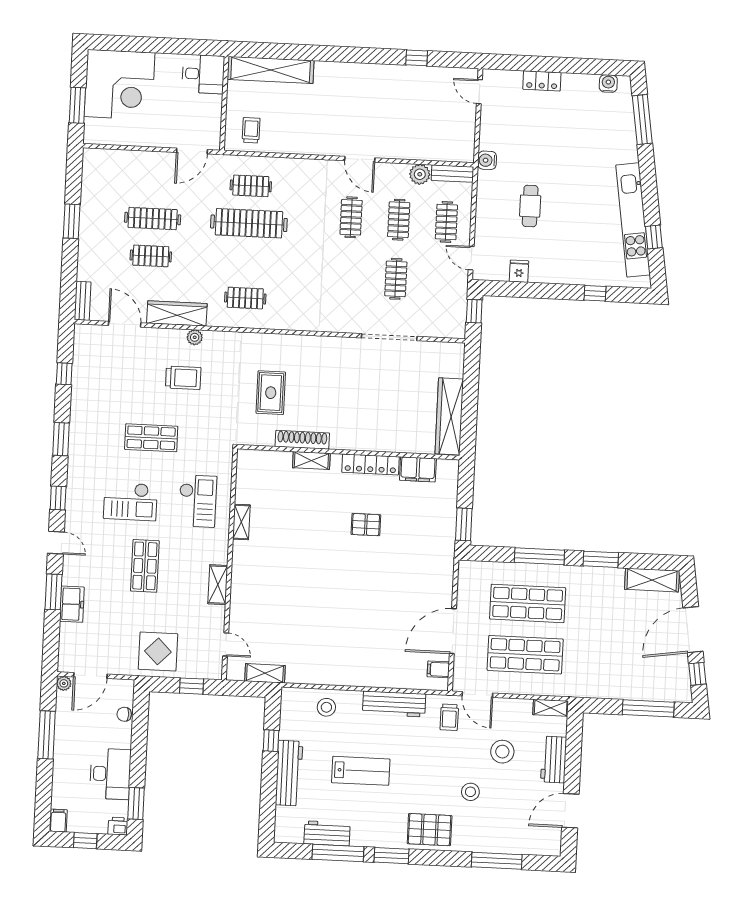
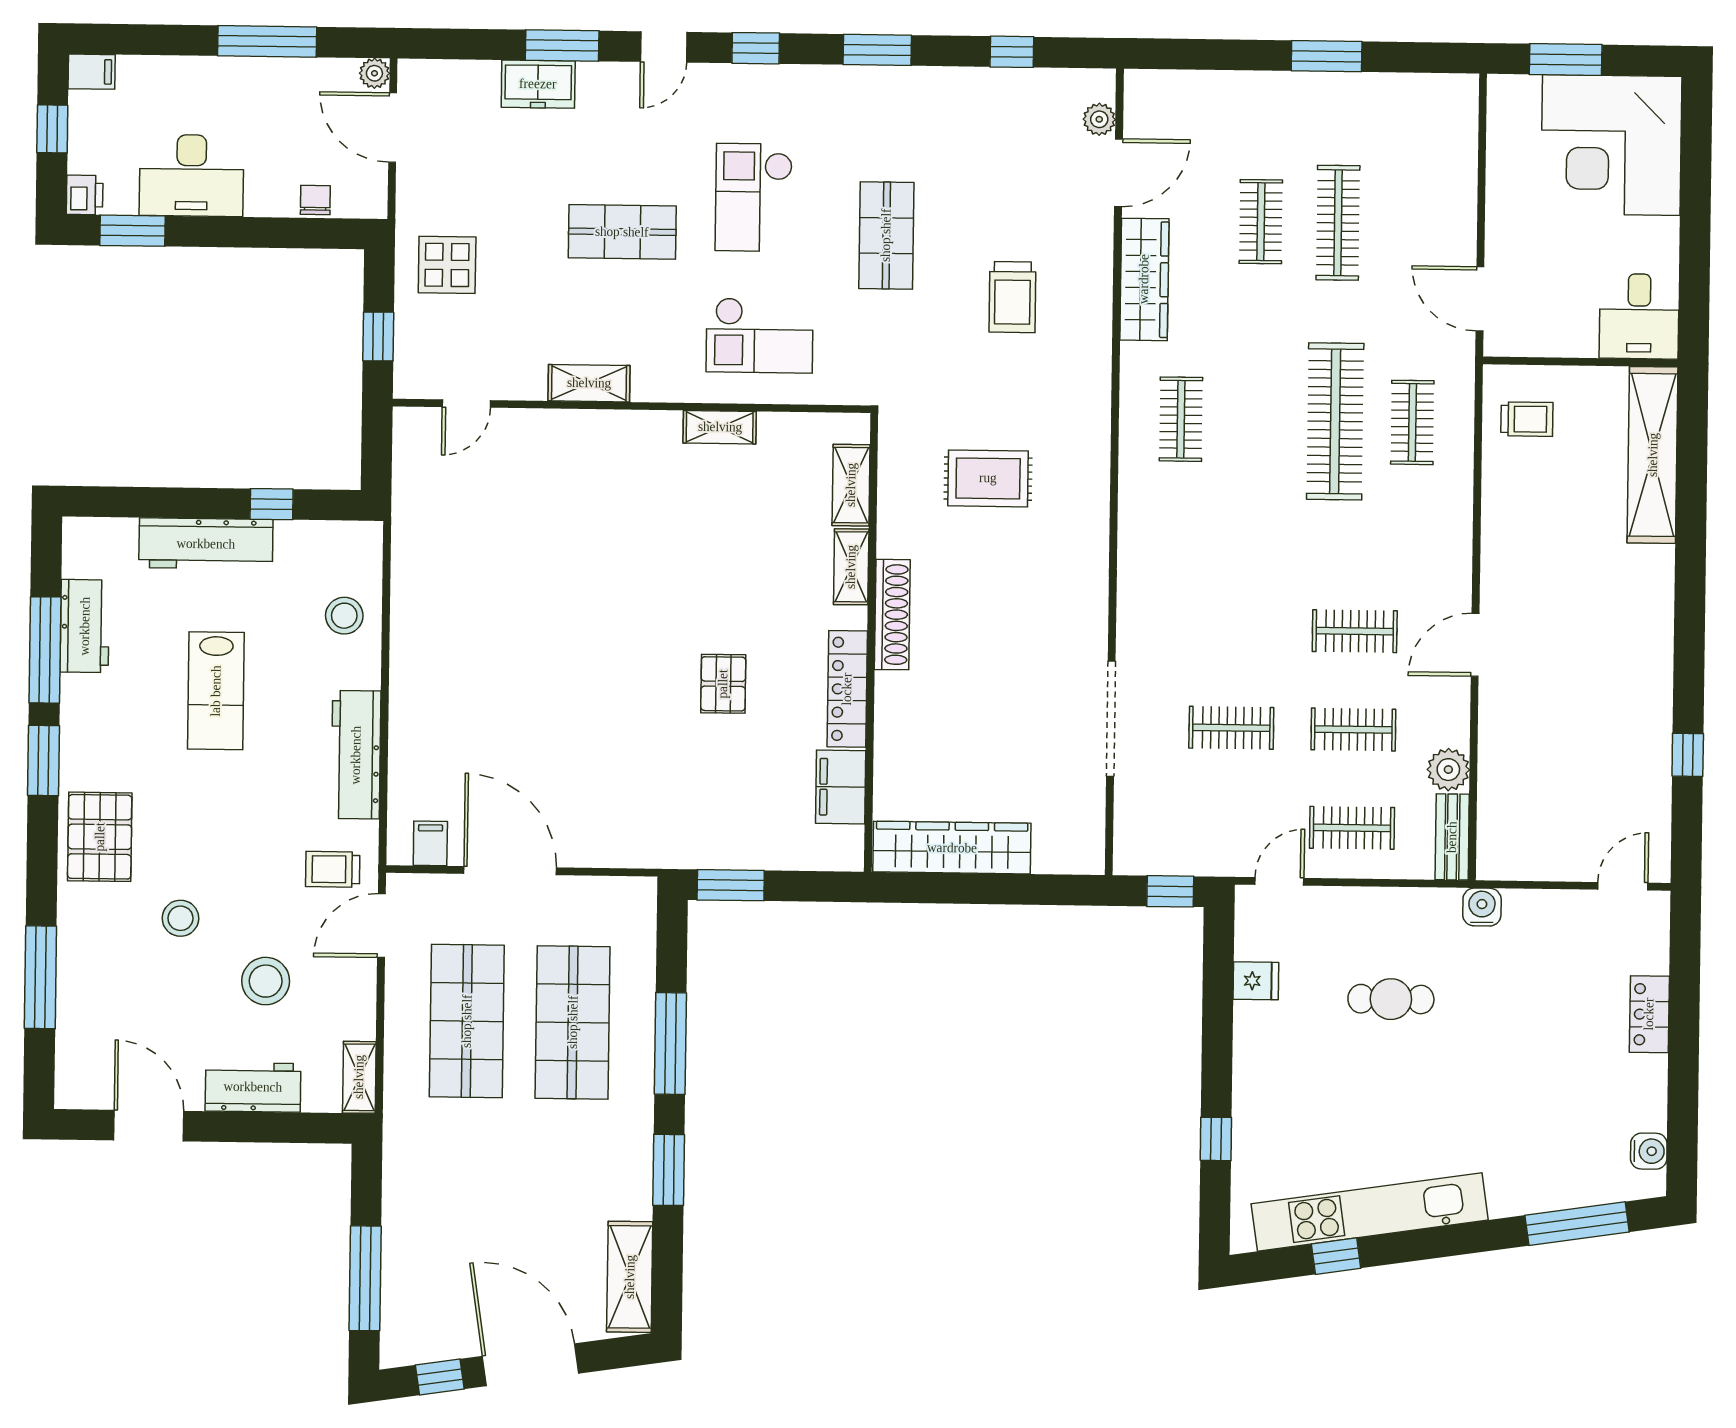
bench: (83, 301) -> (1163, 84), removed
plant: (195, 337) -> (1099, 119), moved
shoe rack: (302, 440) -> (892, 615), moved
display table: (158, 651) -> (447, 265), width x0.73, depth x0.73
shelving: (265, 673) -> (851, 485), moved

